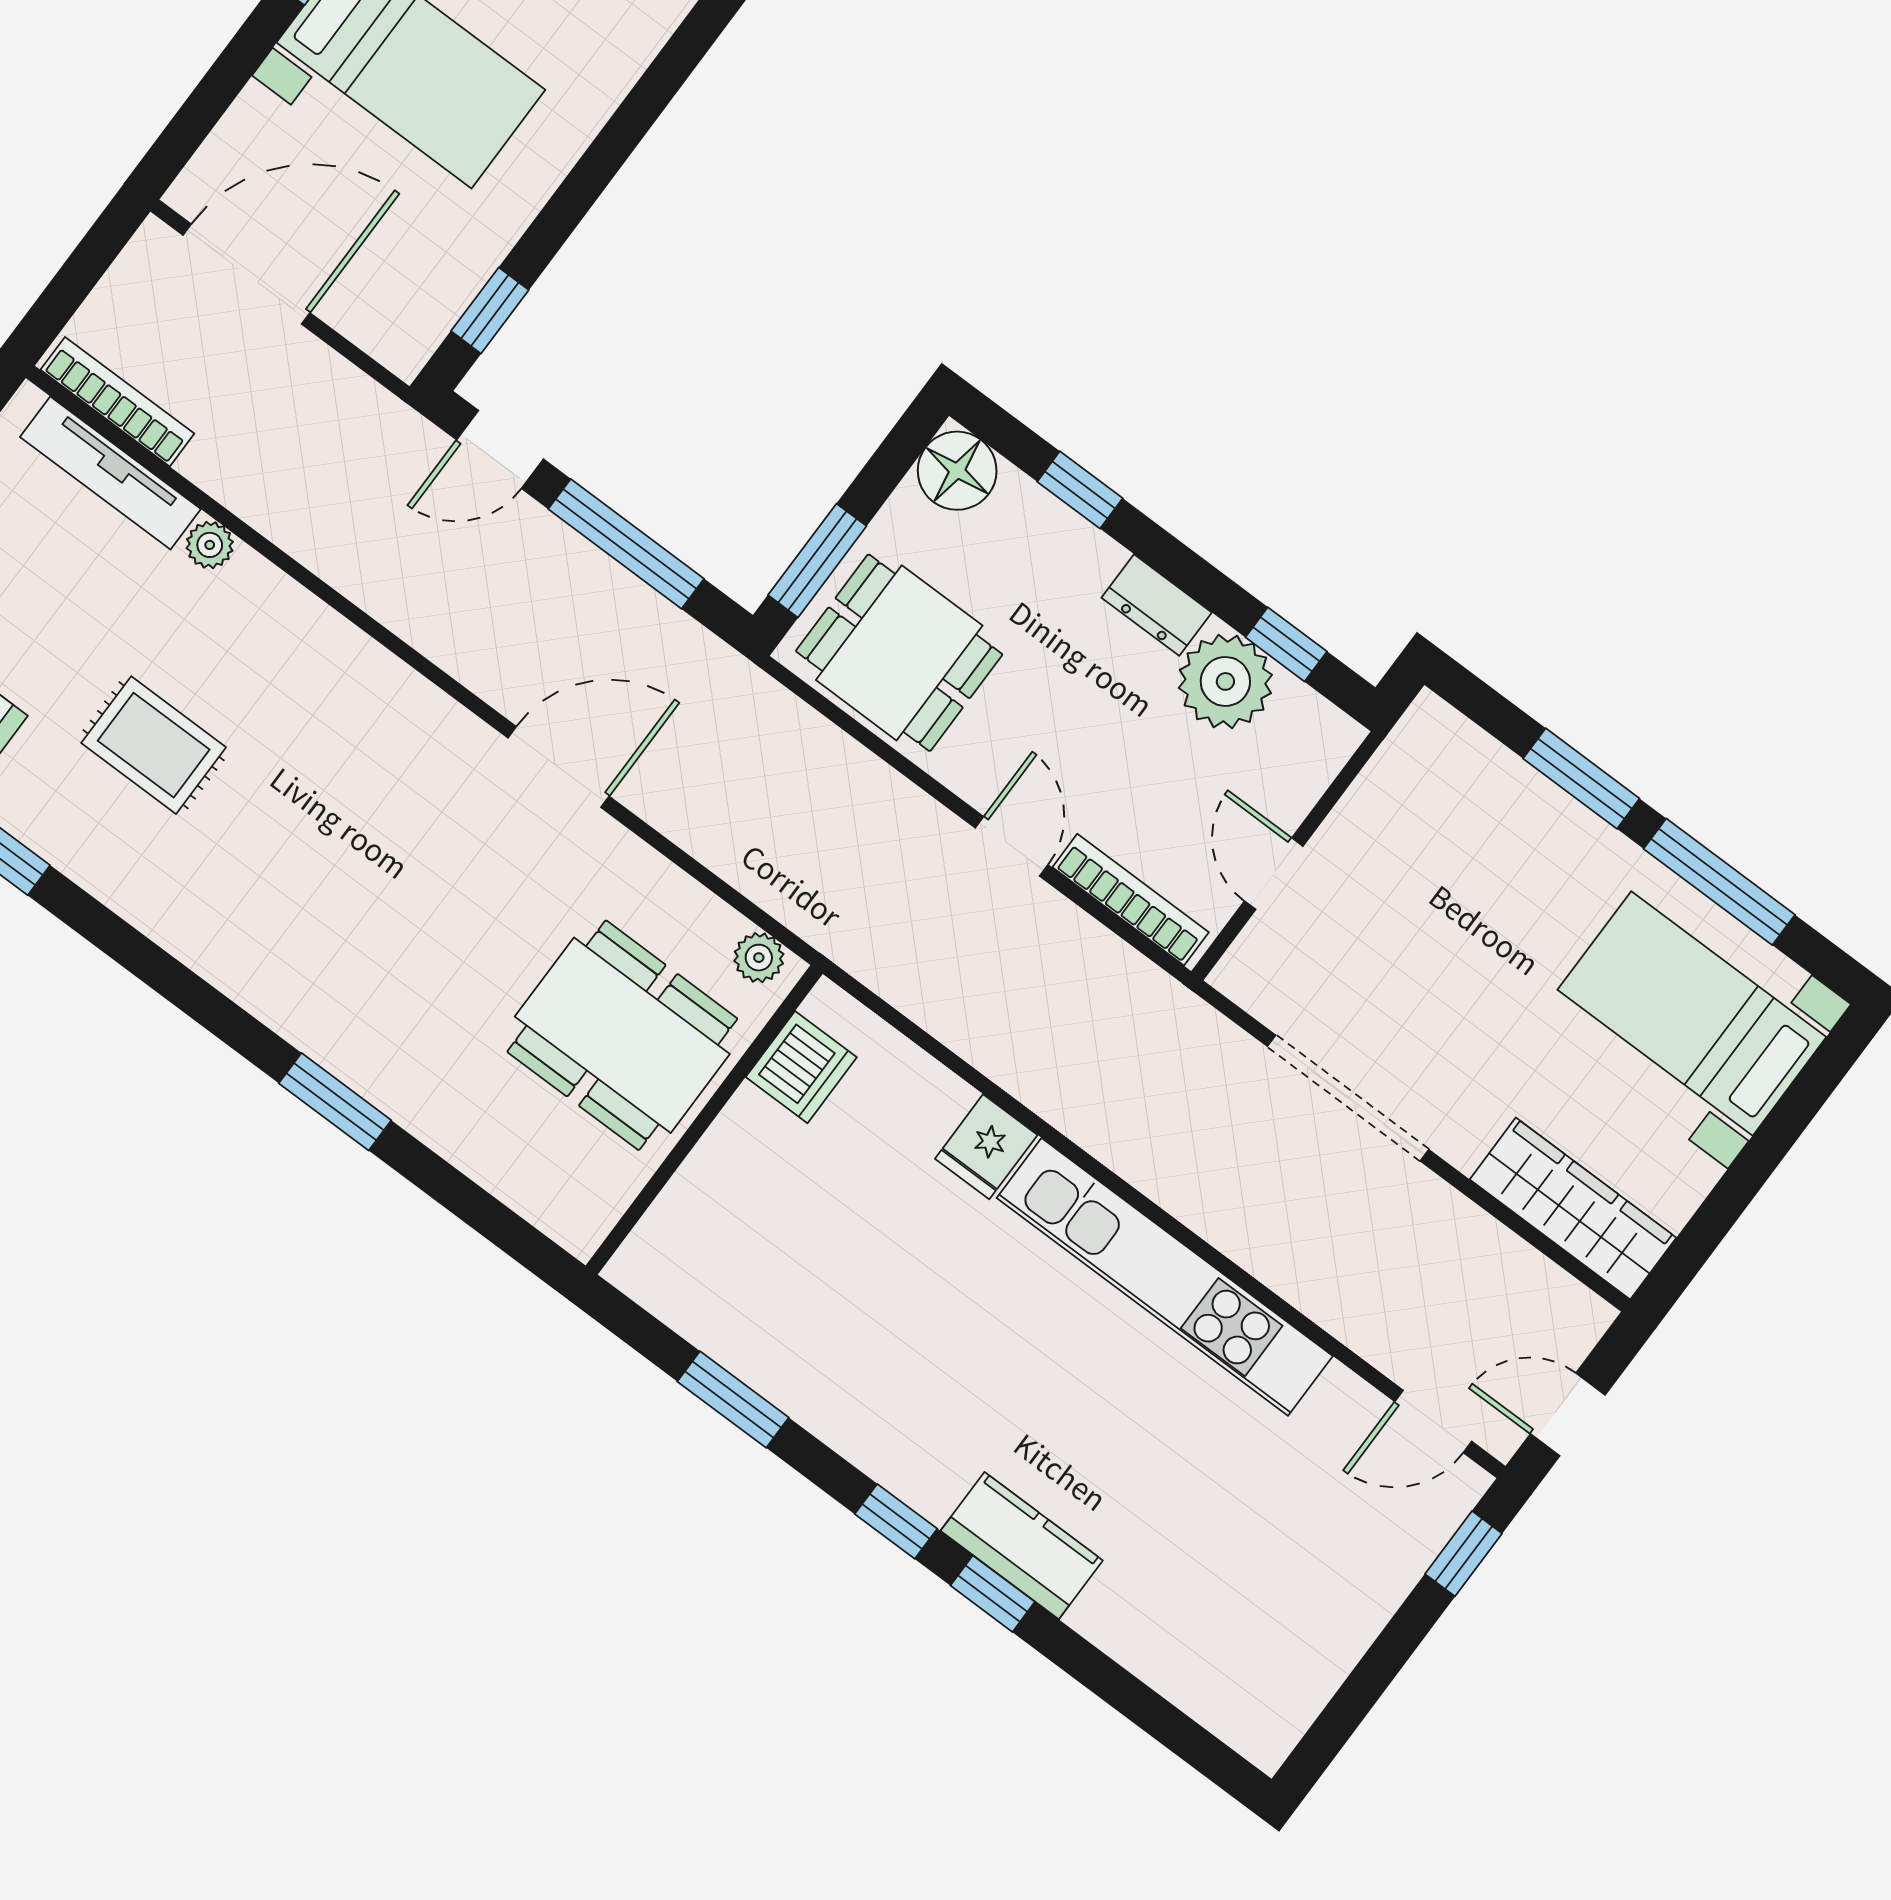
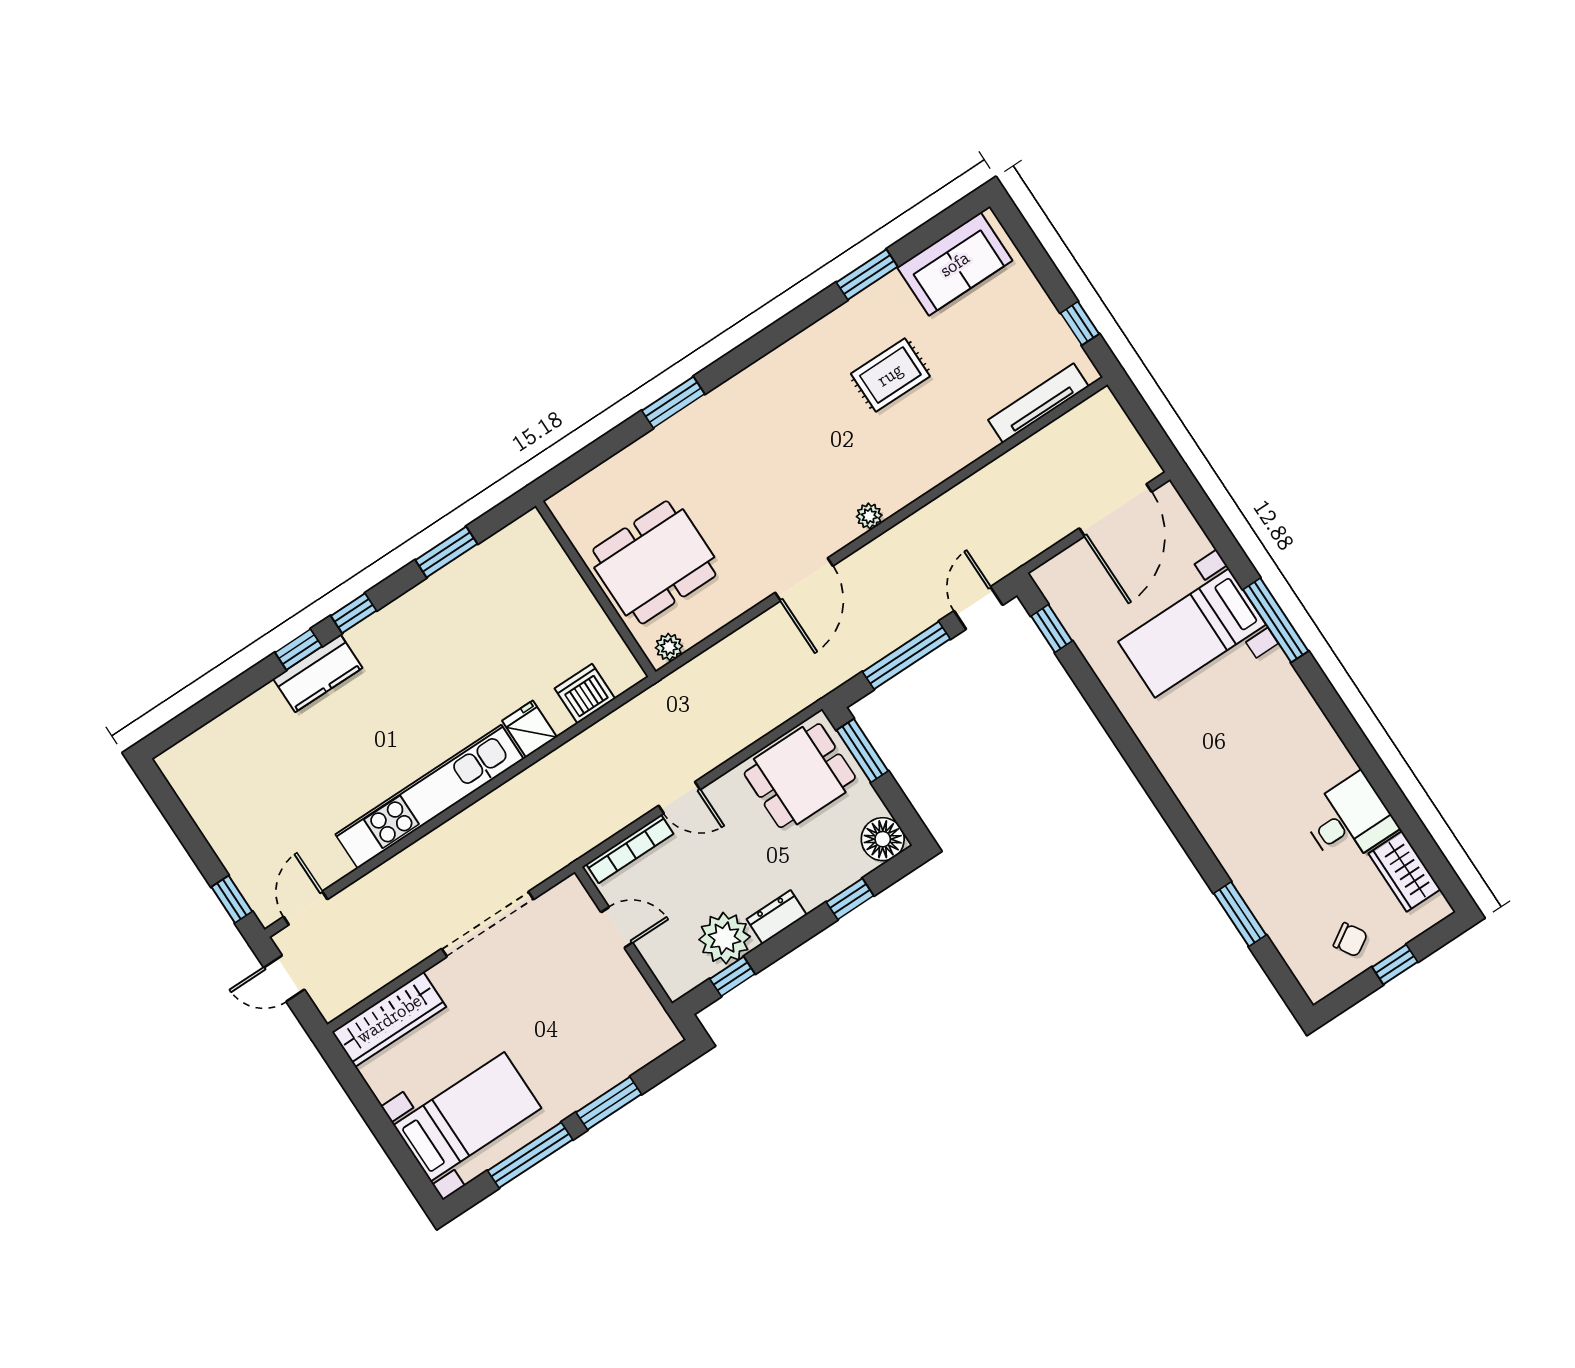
bookcase: (117, 402) -> (1074, 420), removed
plant: (210, 545) -> (869, 516), moved
dishwasher: (801, 1067) -> (585, 694), moved, turned 90
door: (1568, 1414) -> (284, 978), swing flipped

